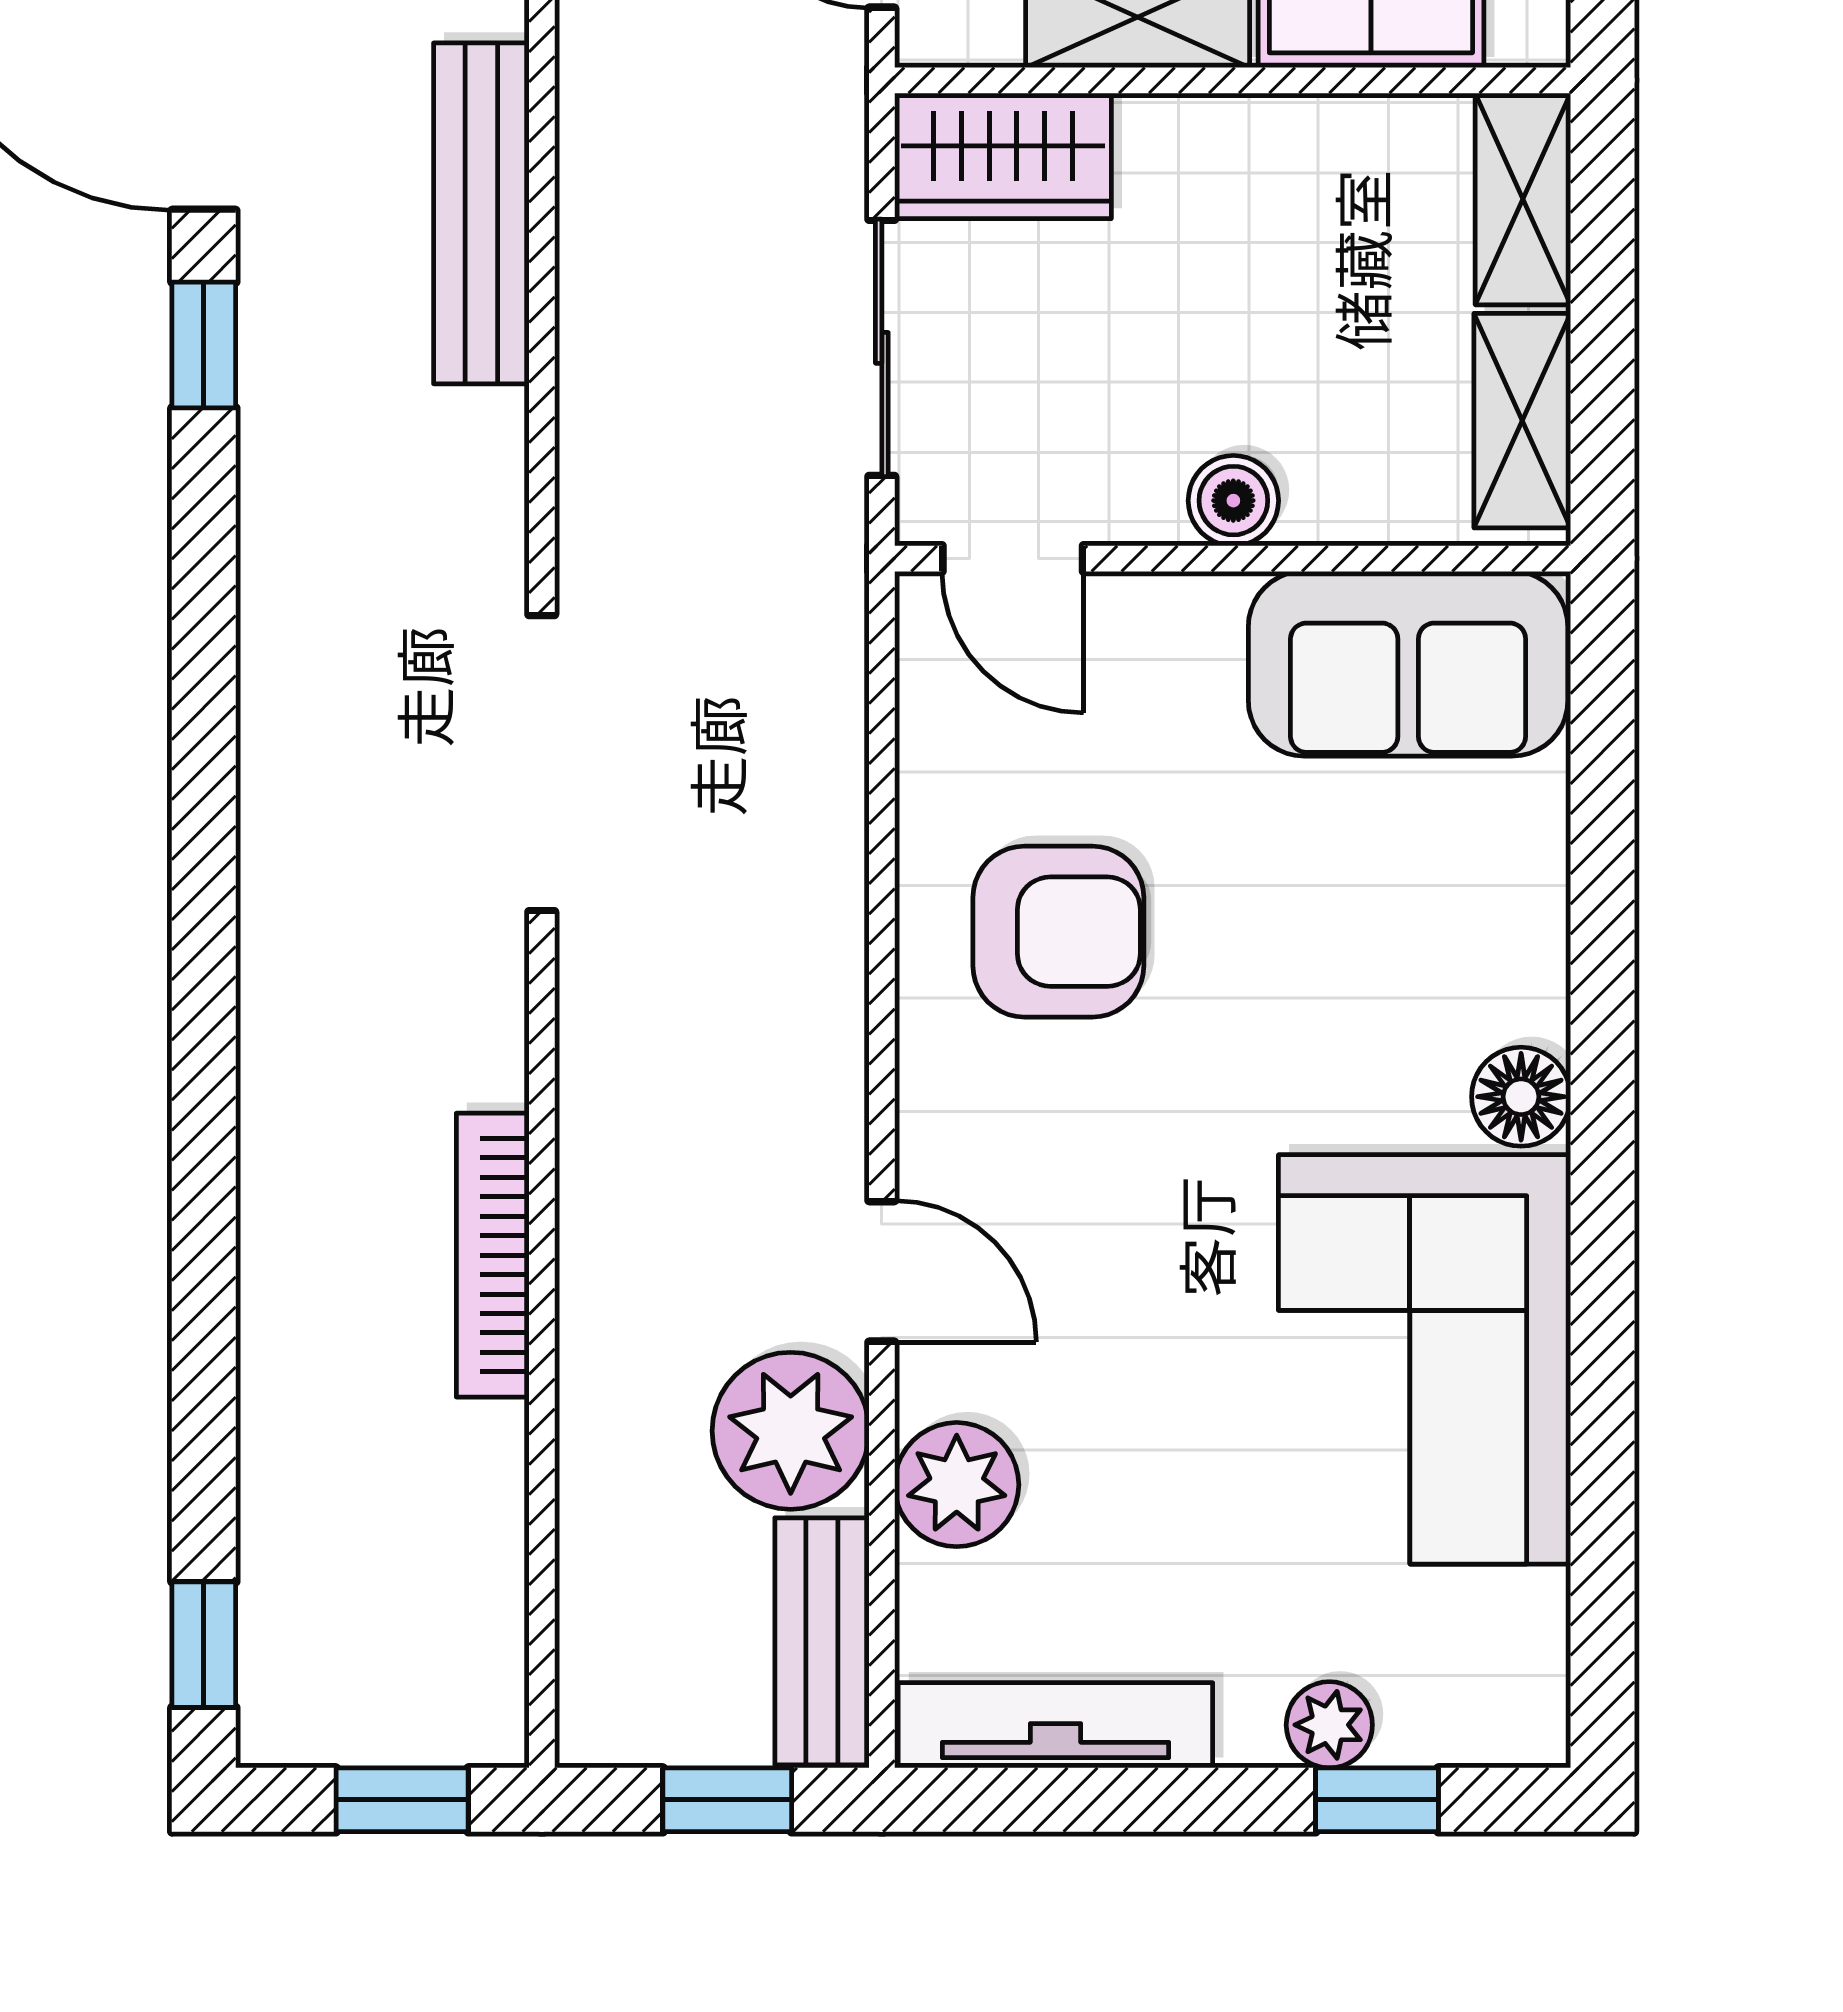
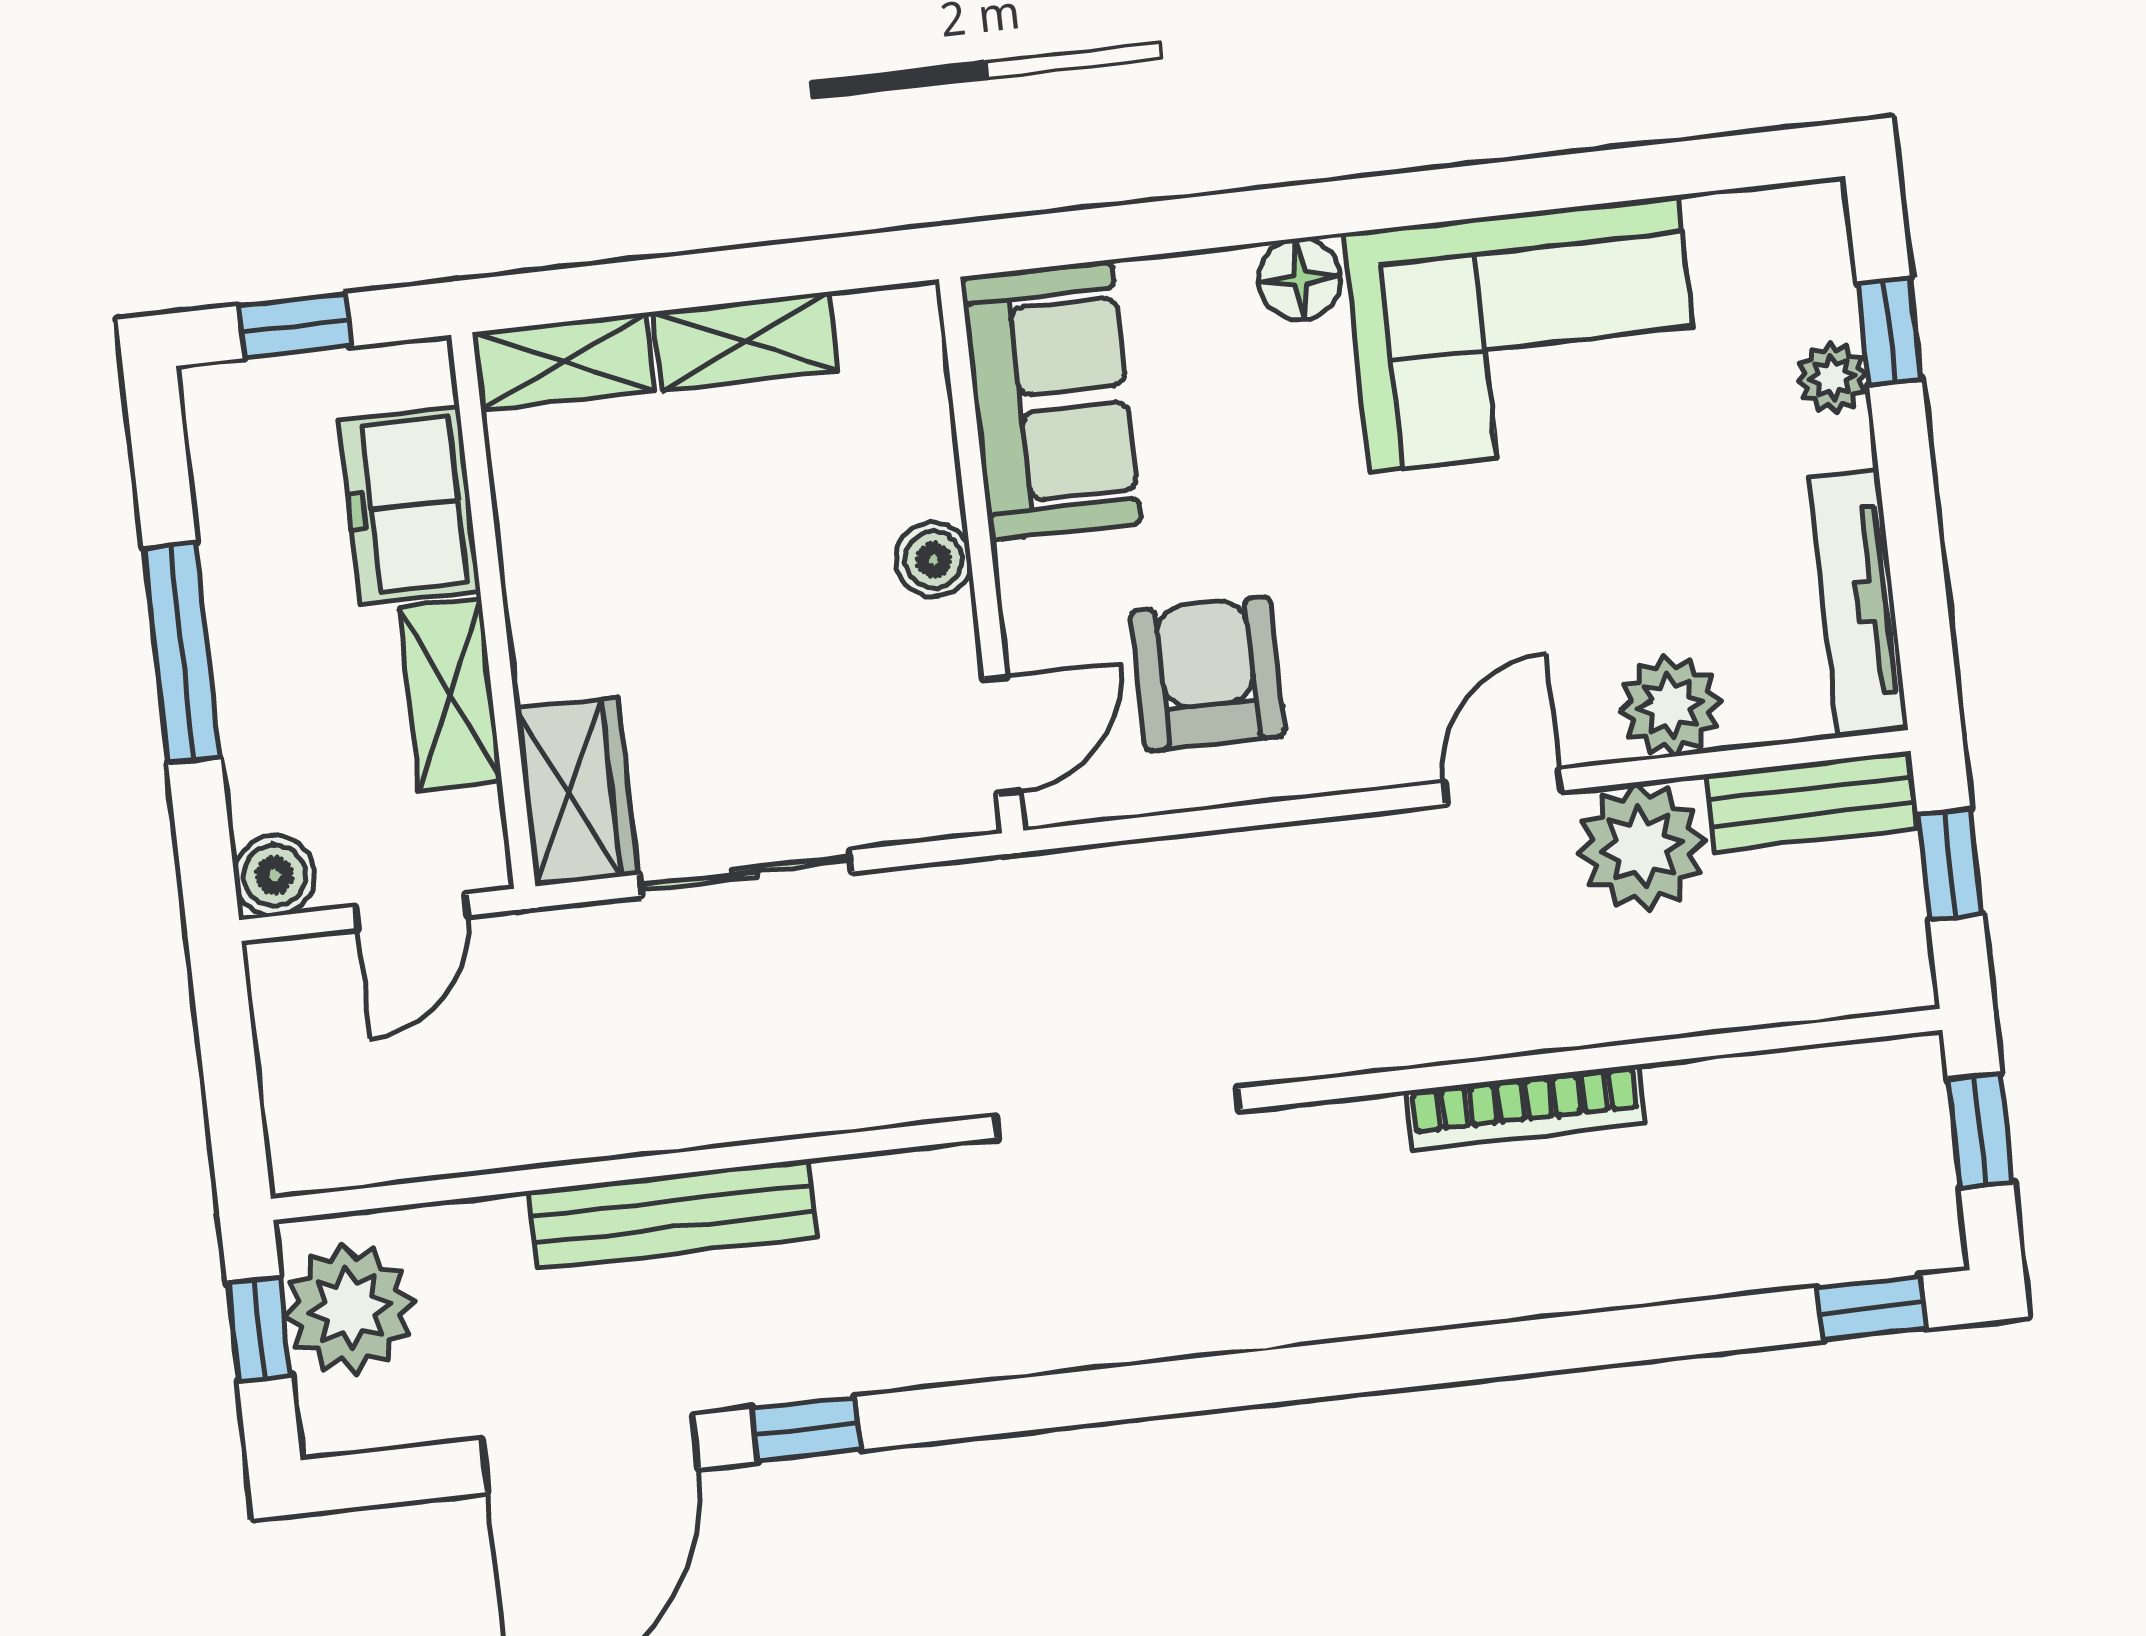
boiler: (1233, 501) -> (934, 560), moved
door: (1013, 559) -> (1002, 735), moved
wall: (1233, 559) -> (981, 555), moved
sofa: (1408, 664) -> (1051, 401), moved

